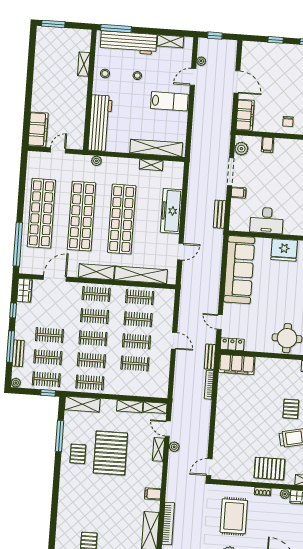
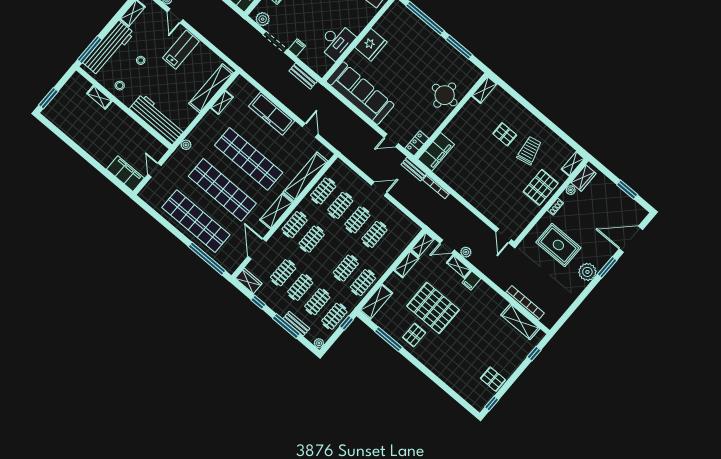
clothes rail: (93, 338) -> (283, 273), moved
pallet: (78, 454) -> (414, 335), turned 90
filing cabinet: (153, 494) -> (471, 281), moved

